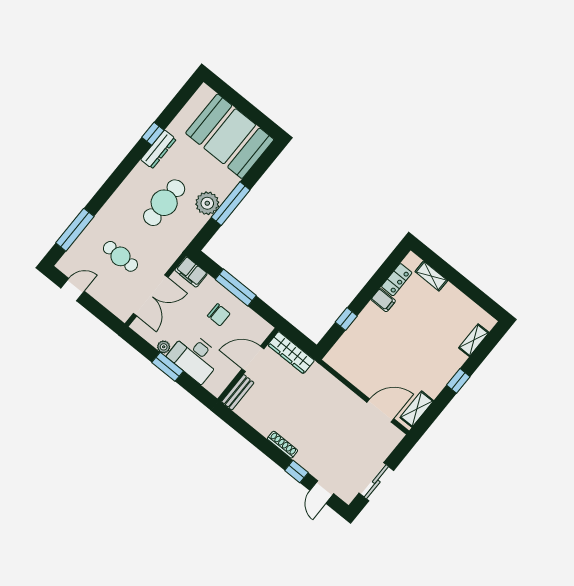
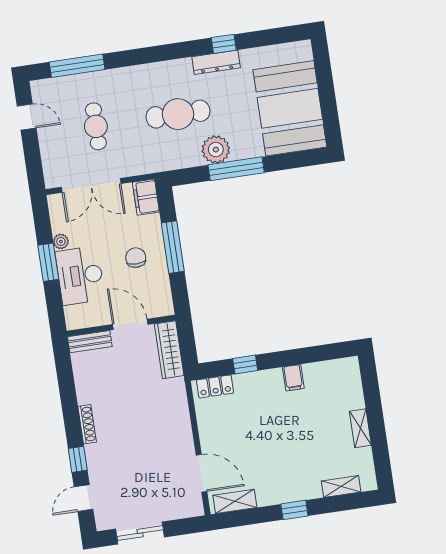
shelving: (431, 276) -> (360, 428), moved
locker: (397, 280) -> (215, 386), moved
chair: (219, 315) -> (136, 258), turned 180

